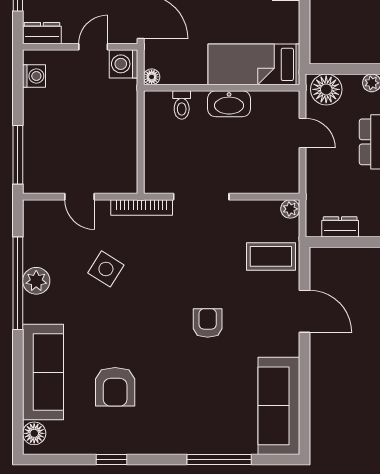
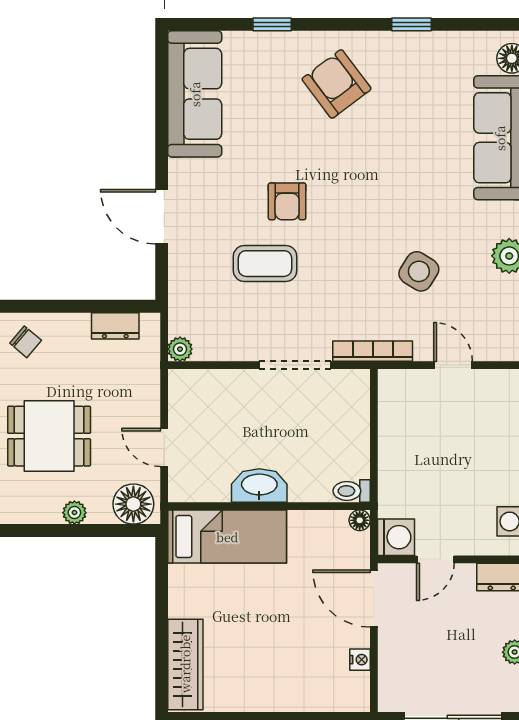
toilet: (182, 105) -> (352, 491), moved, turned -90
coffee table: (271, 256) -> (265, 264), moved
armchair: (115, 387) -> (337, 84), moved, turned -37
window: (219, 460) -> (272, 24), width x0.46

